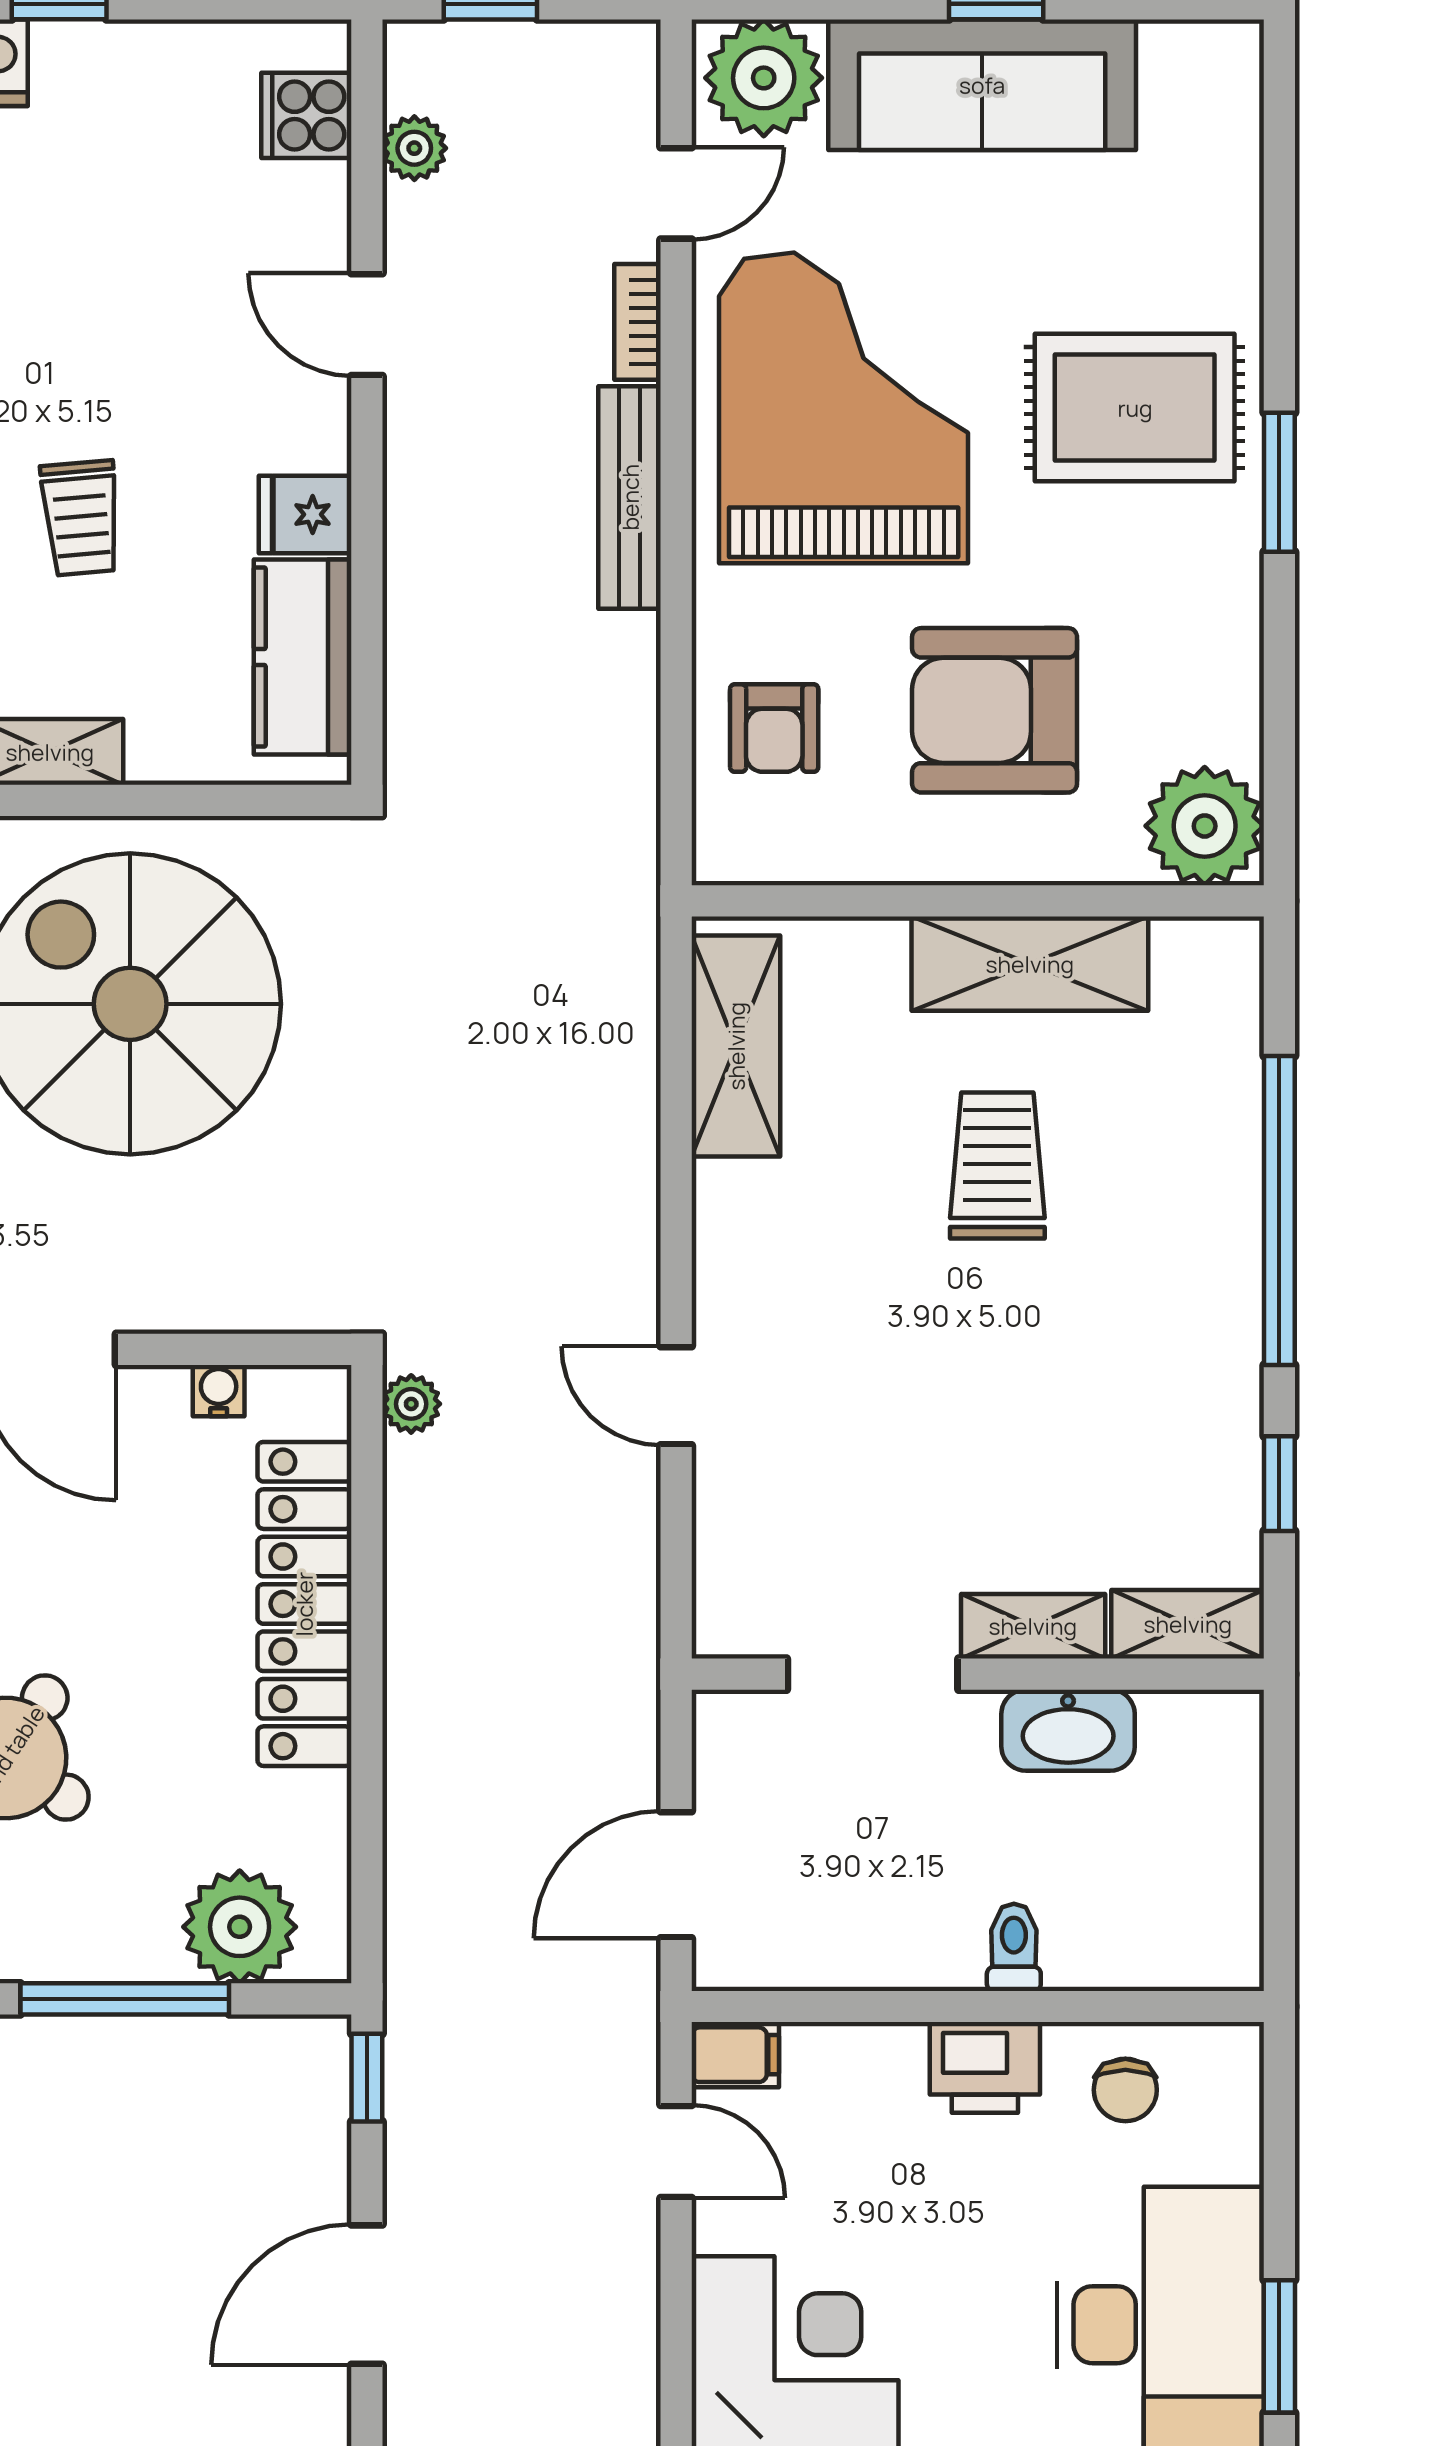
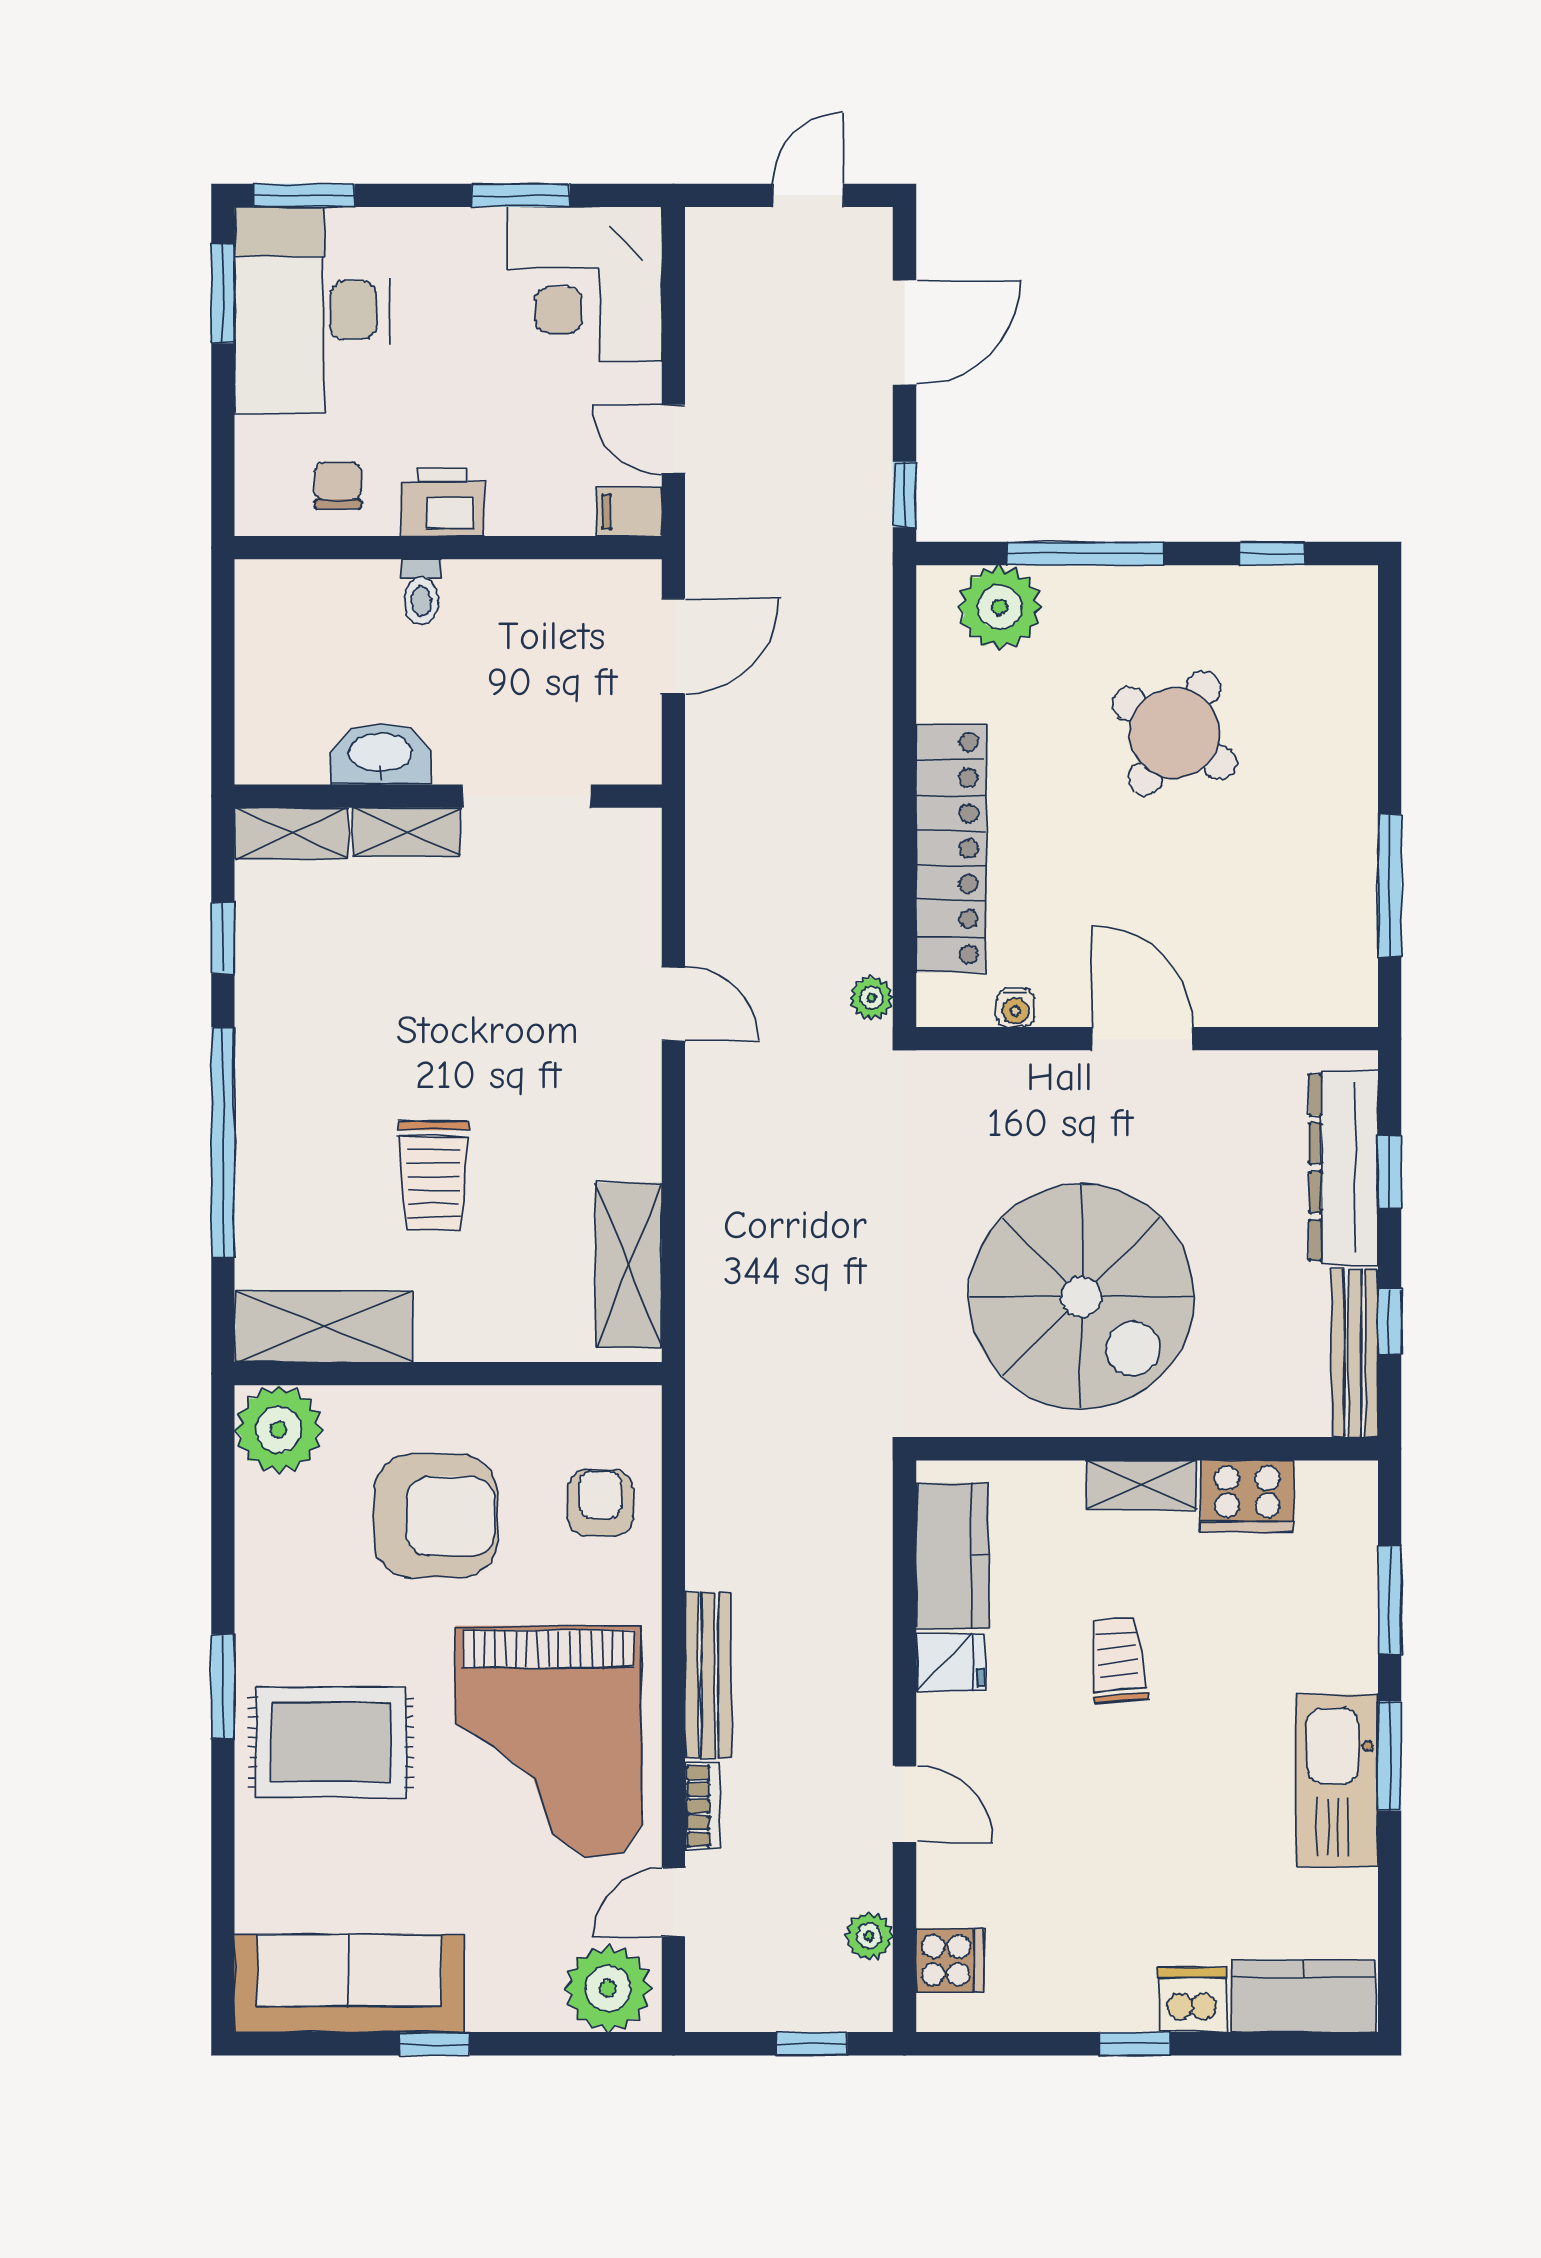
sofa: (982, 85) -> (349, 1983), moved
shelving: (1030, 964) -> (324, 1327), moved

